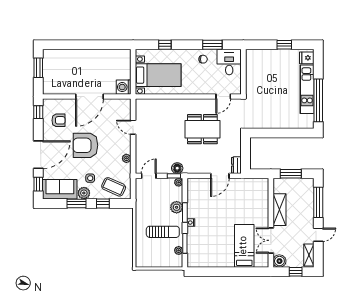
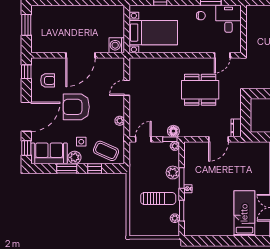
door: (133, 127) -> (127, 88), hinge flipped

